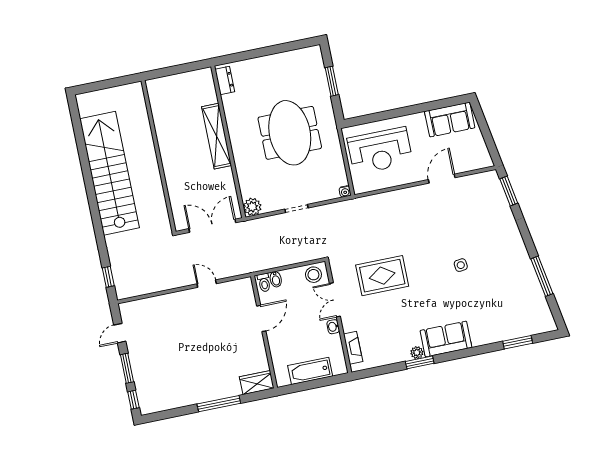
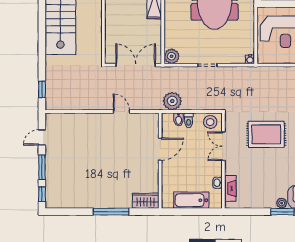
plant: (264, 259) -> (172, 101), added
toilet: (264, 283) -> (189, 120), moved
washbasin: (333, 327) -> (218, 183), moved

